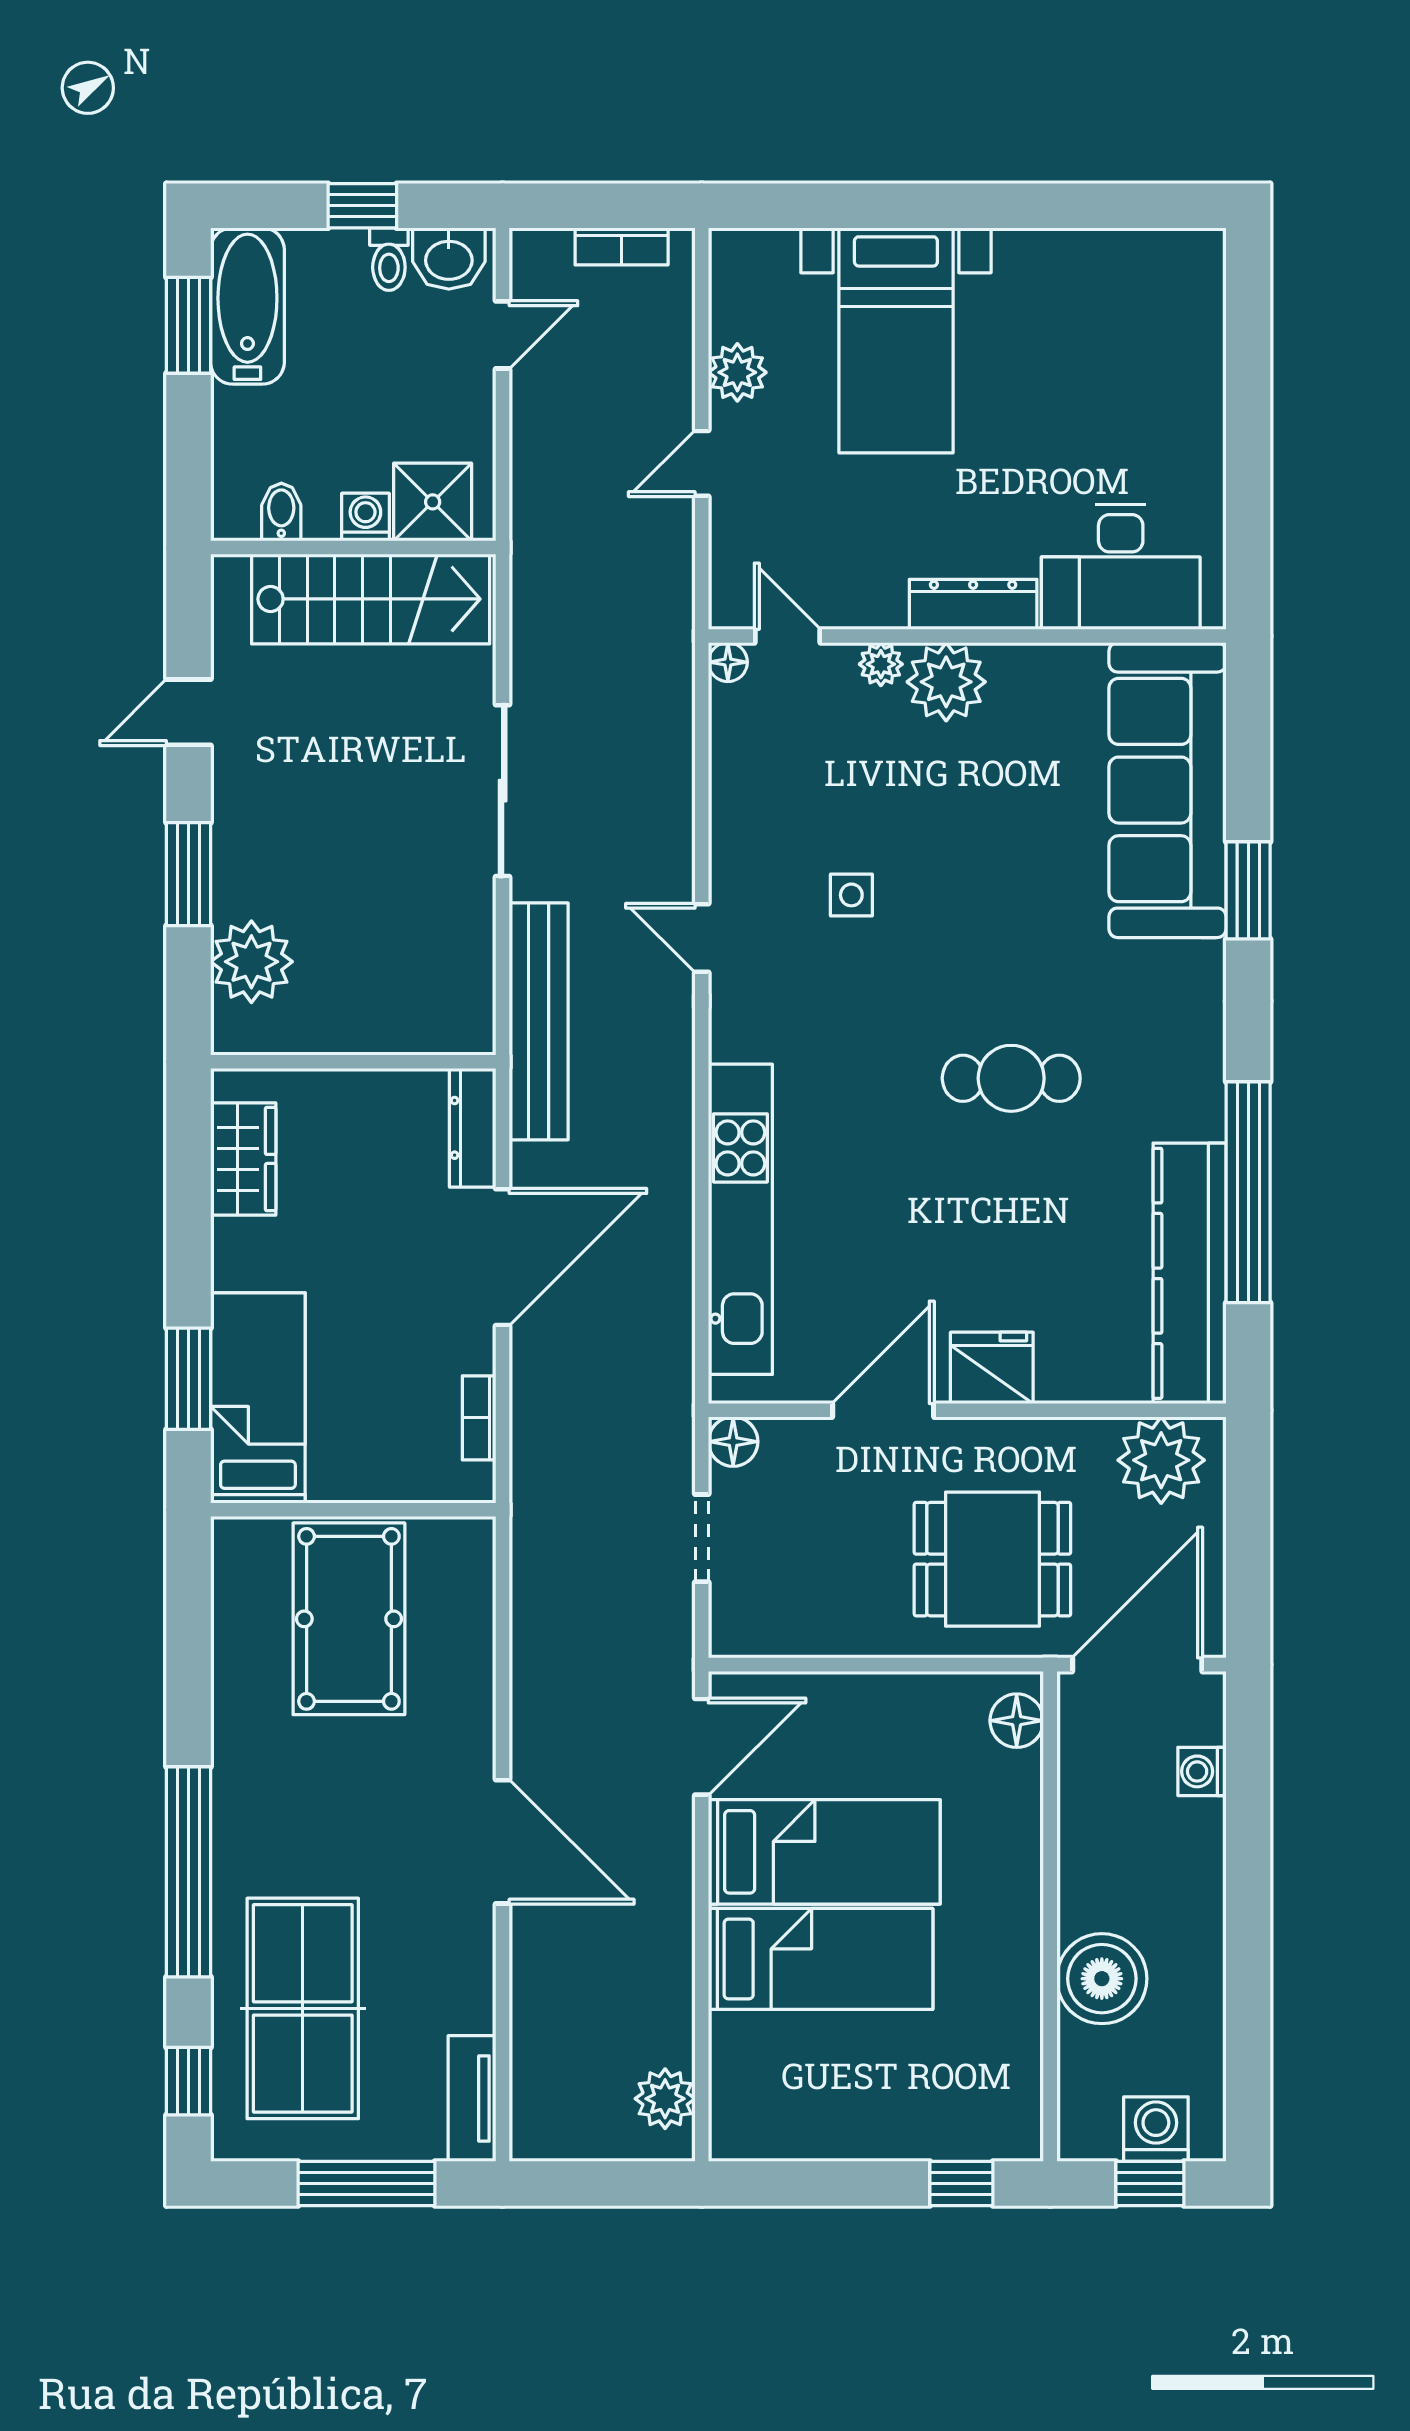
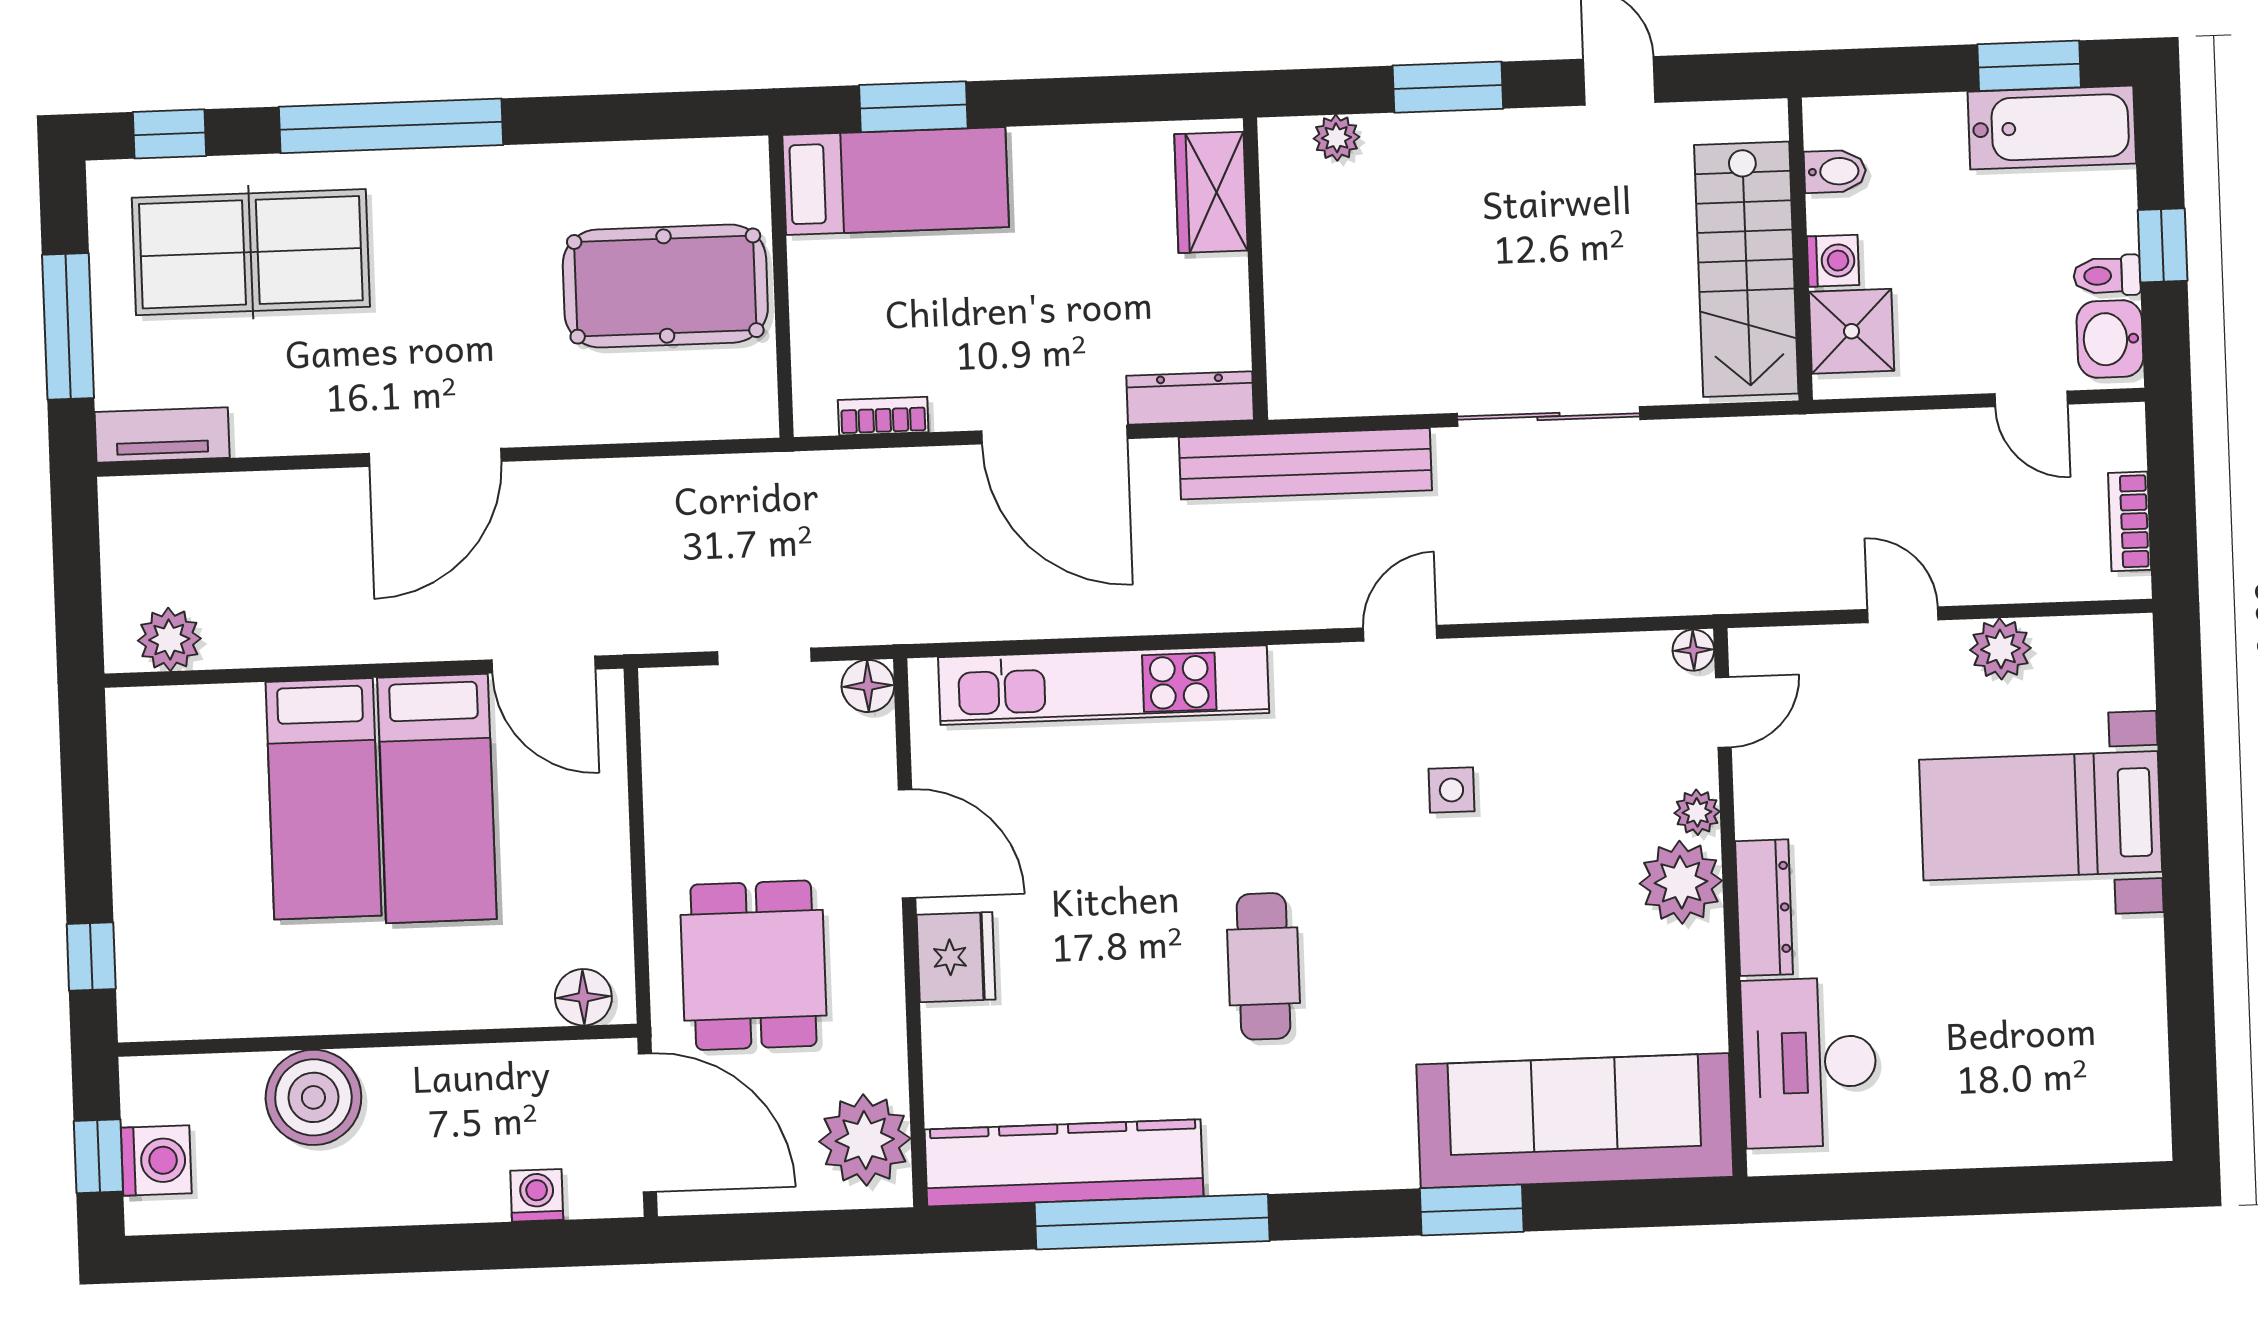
plant: (251, 962) -> (1336, 138), width x0.53, depth x0.53
wardrobe: (243, 1159) -> (1211, 192), moved, turned 90

